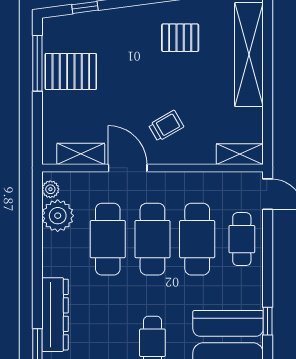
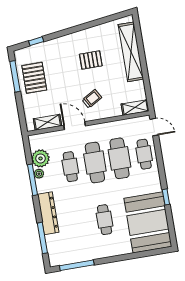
pallet: (180, 38) -> (91, 60), moved
pallet: (71, 71) -> (34, 78), turned 90
plant: (50, 189) -> (39, 174), moved
cafe table: (108, 239) -> (70, 167), width x0.73, depth x0.74
window: (37, 251) -> (33, 180), added

